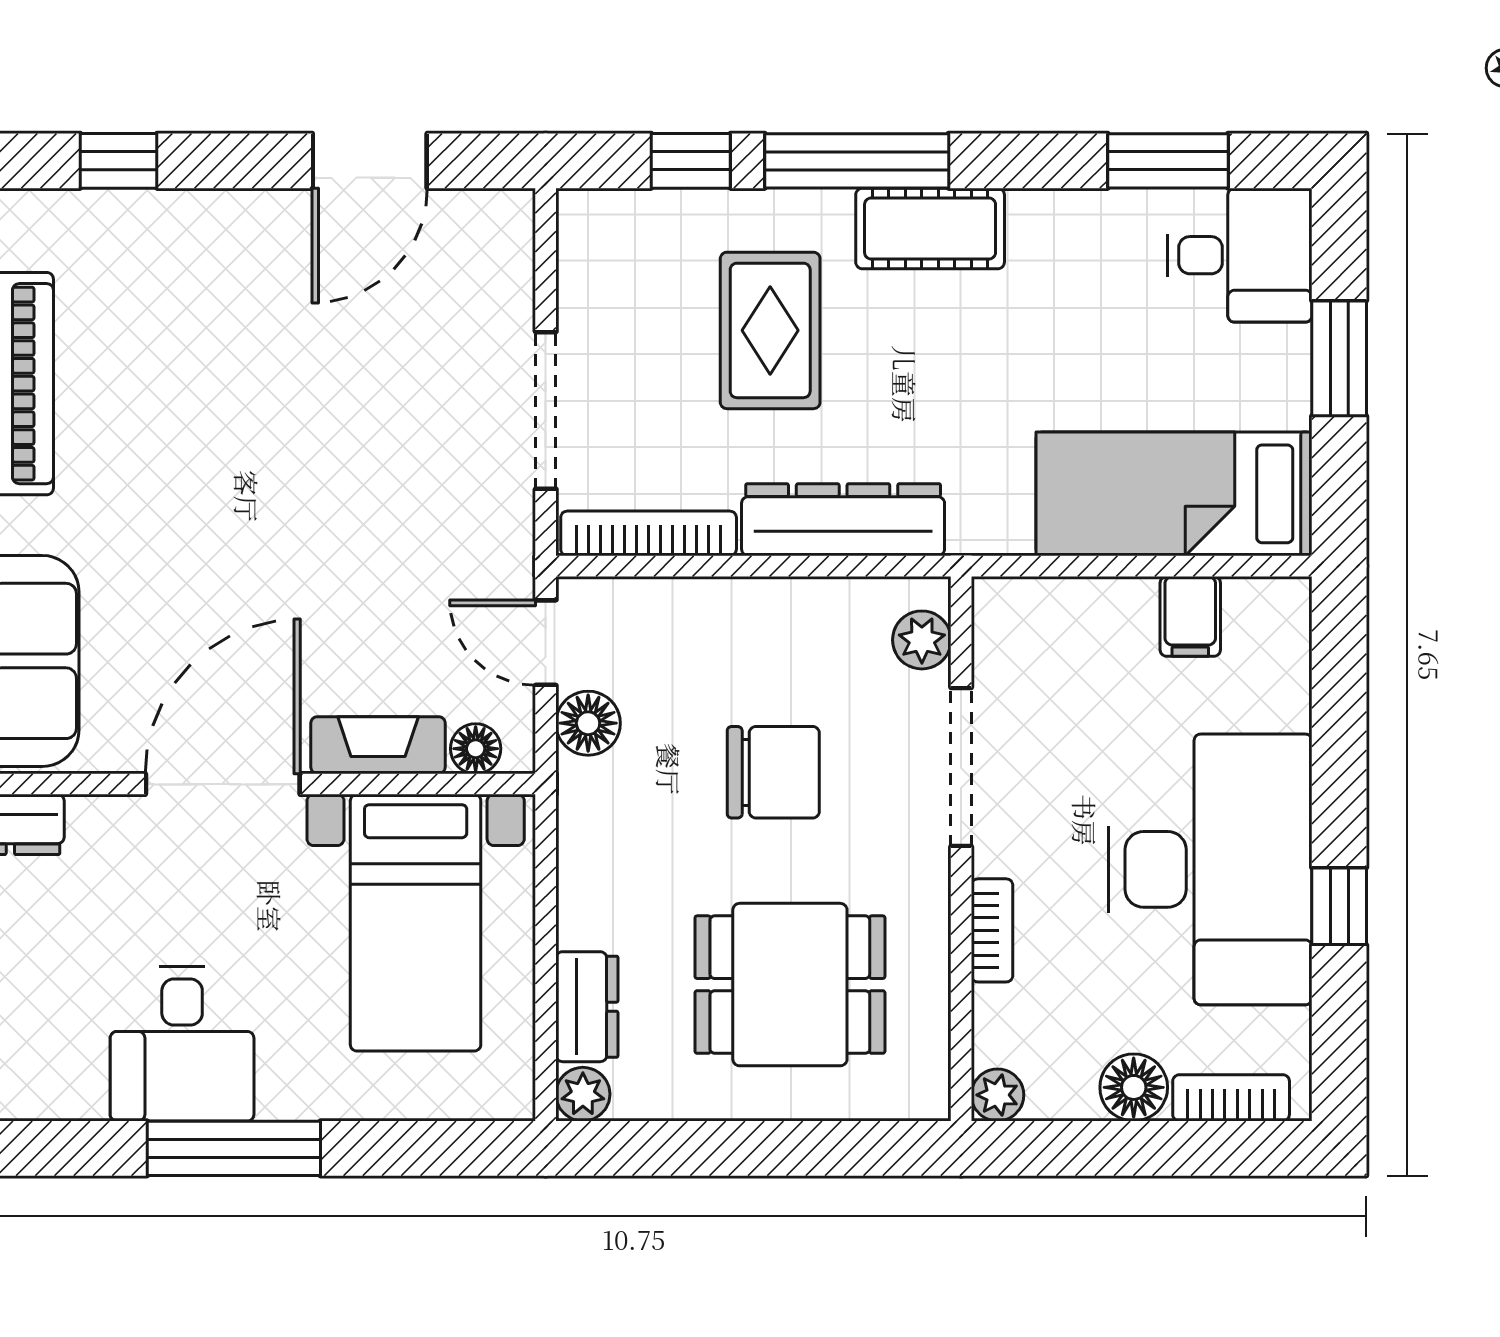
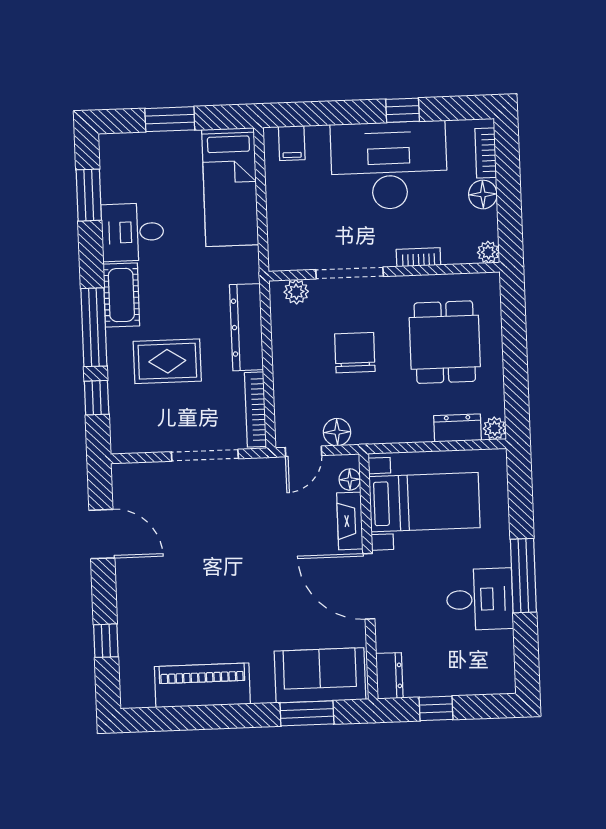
desk: (1240, 255) -> (133, 232), moved, turned -90
filing cabinet: (1190, 616) -> (292, 143), moved, turned 90

